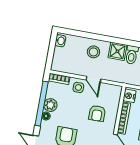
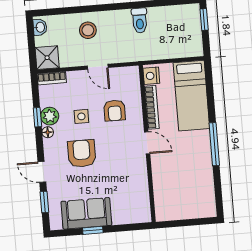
shower: (117, 51) -> (47, 58), moved
side table: (78, 87) -> (81, 116), moved
window: (42, 104) -> (37, 117), width x0.32

